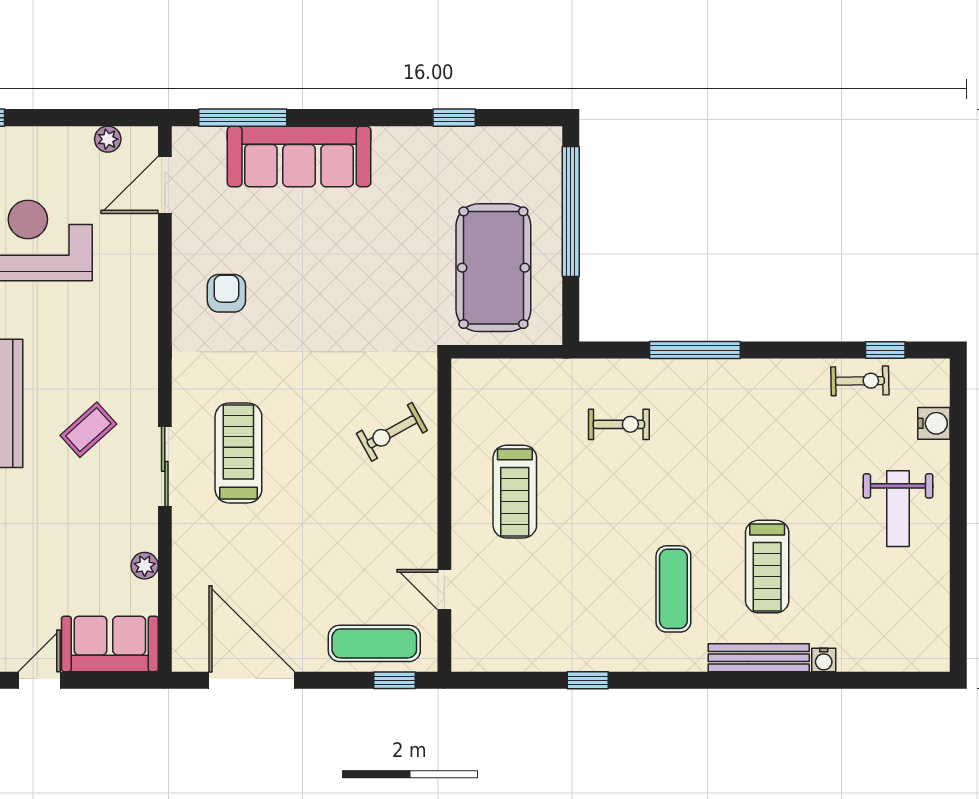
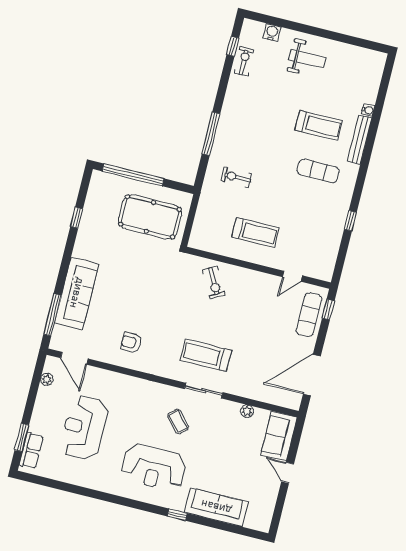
exercise bike: (619, 424) -> (236, 177), turned -90

